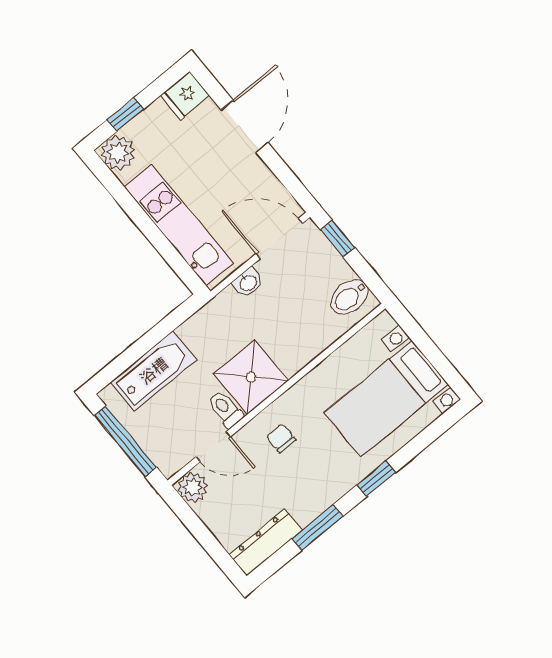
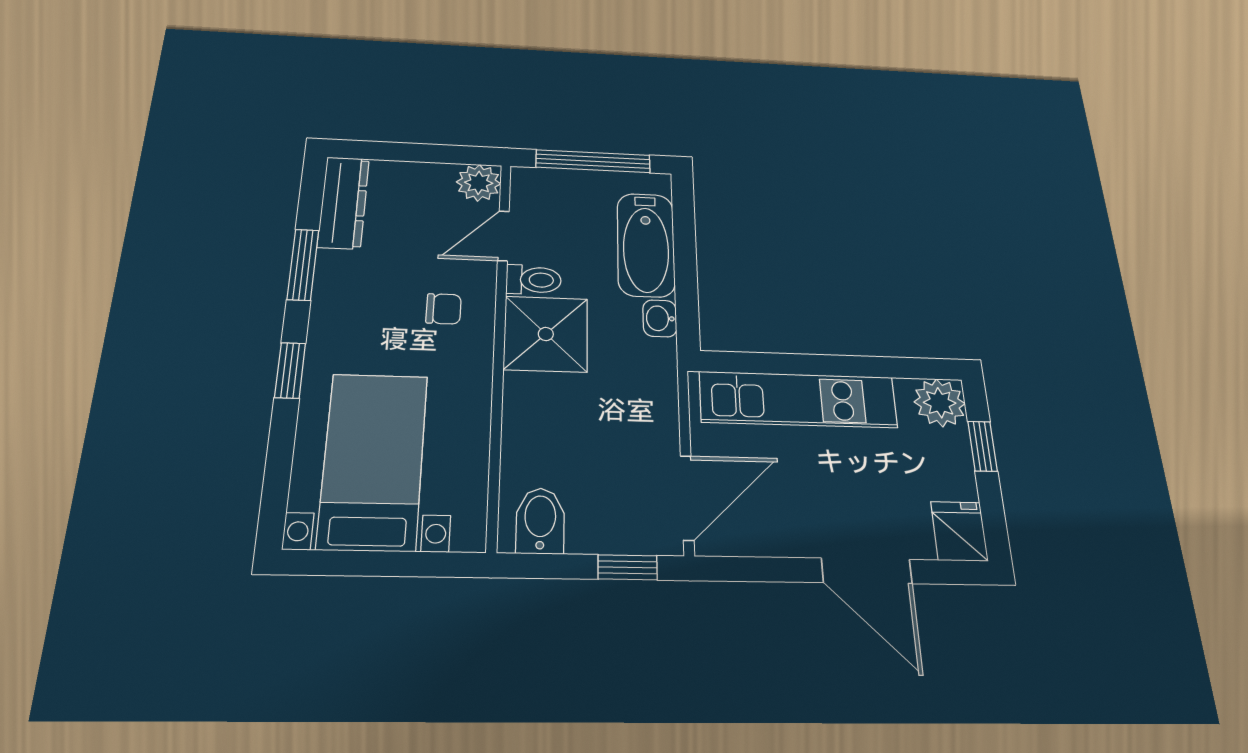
washbasin: (248, 283) -> (660, 318), moved

